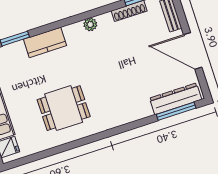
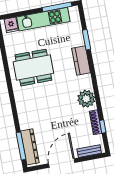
plant: (90, 24) -> (86, 99), width x1.88, depth x1.88
dining table: (64, 108) -> (33, 68), width x1.38

